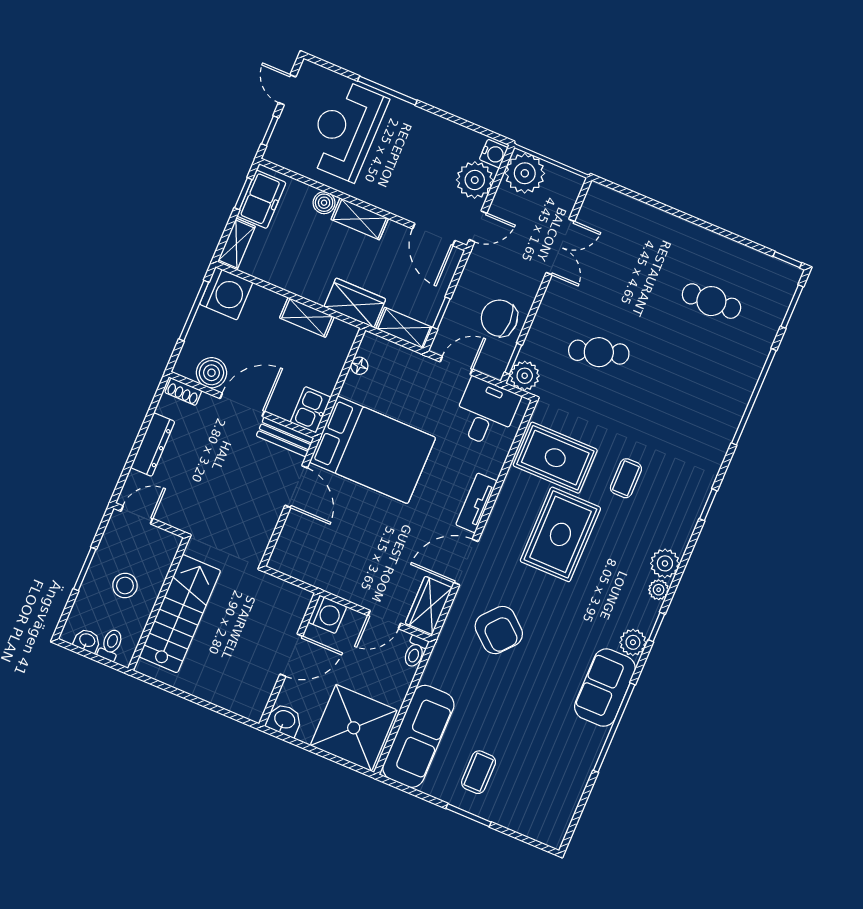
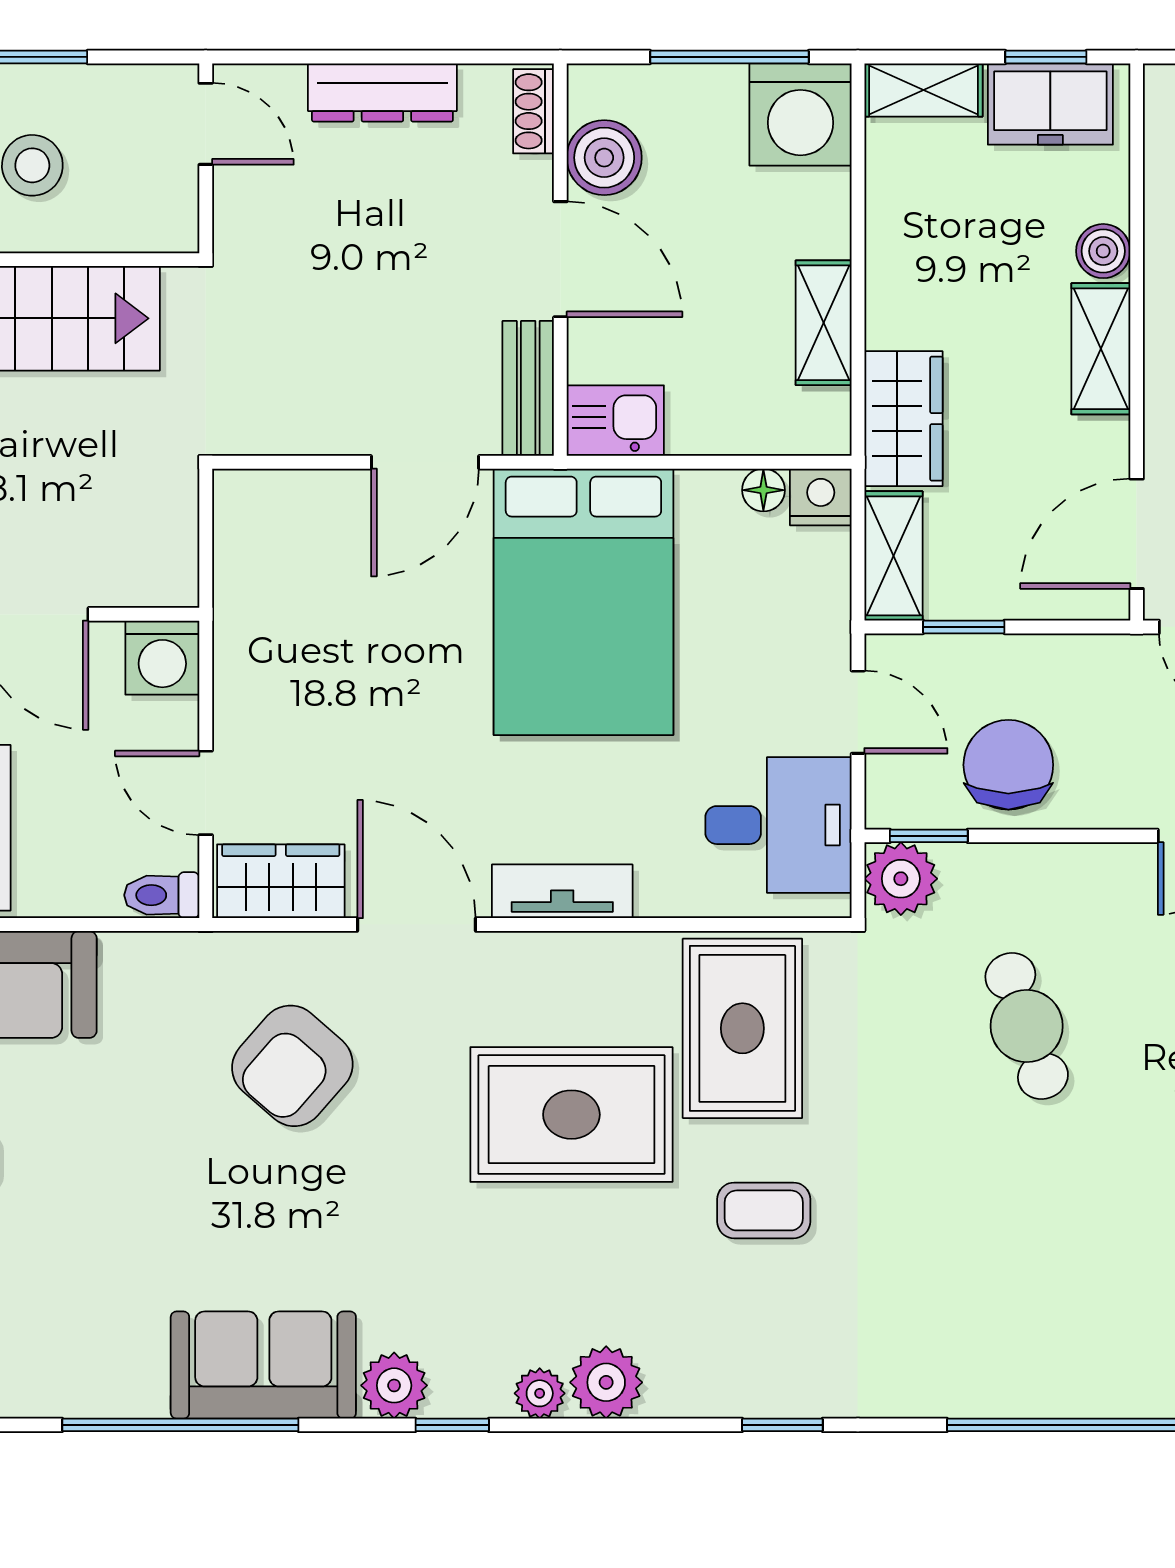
nightstand: (371, 346) -> (821, 497), added

